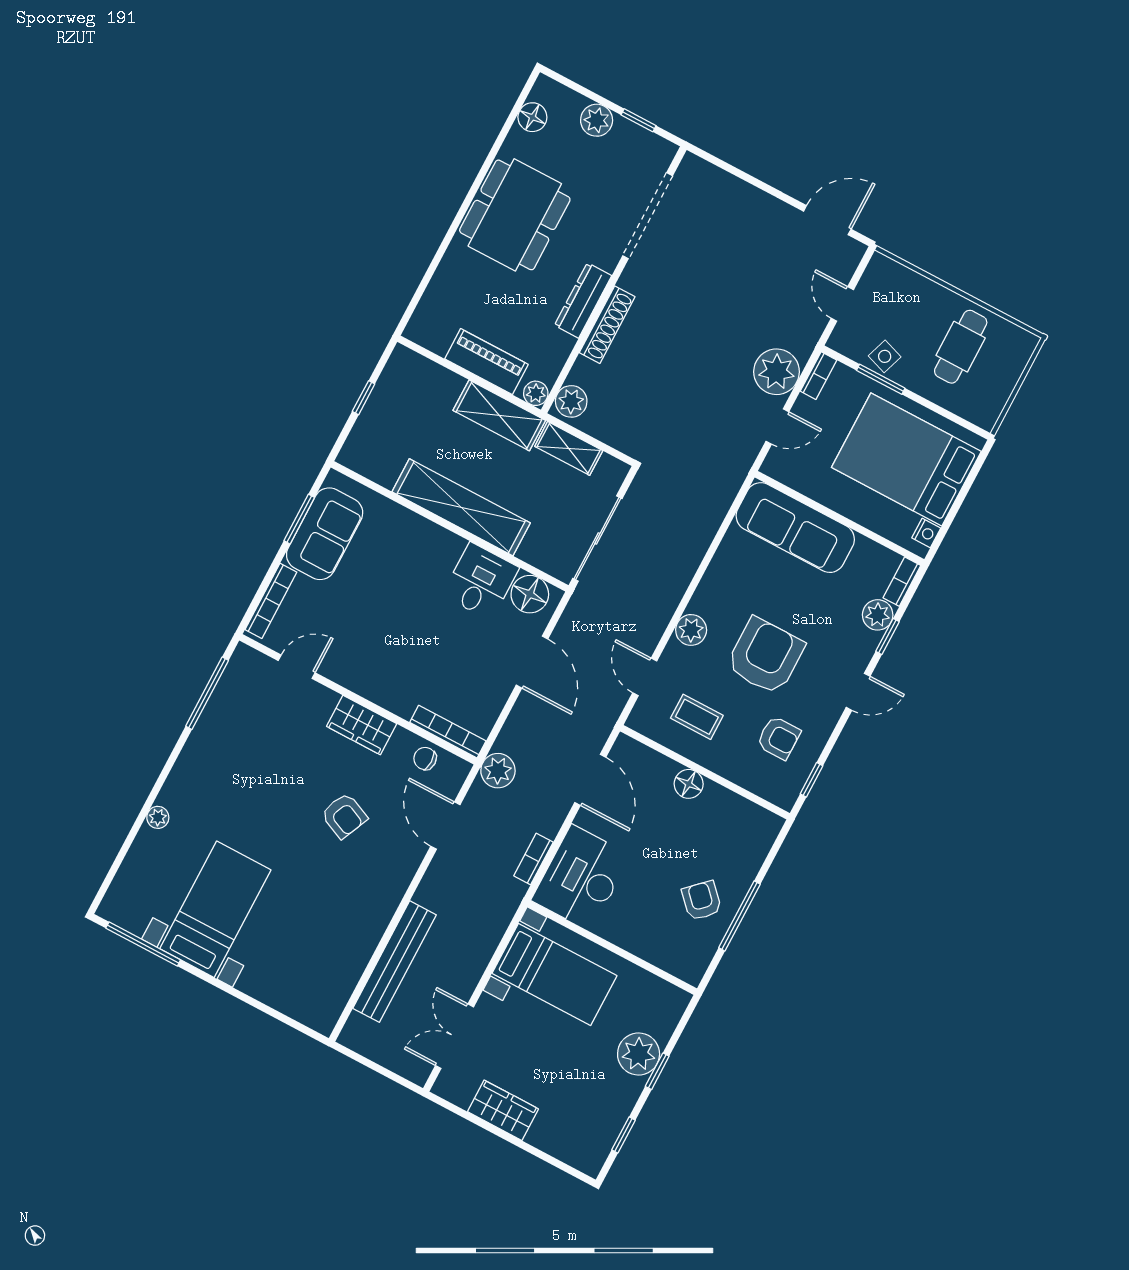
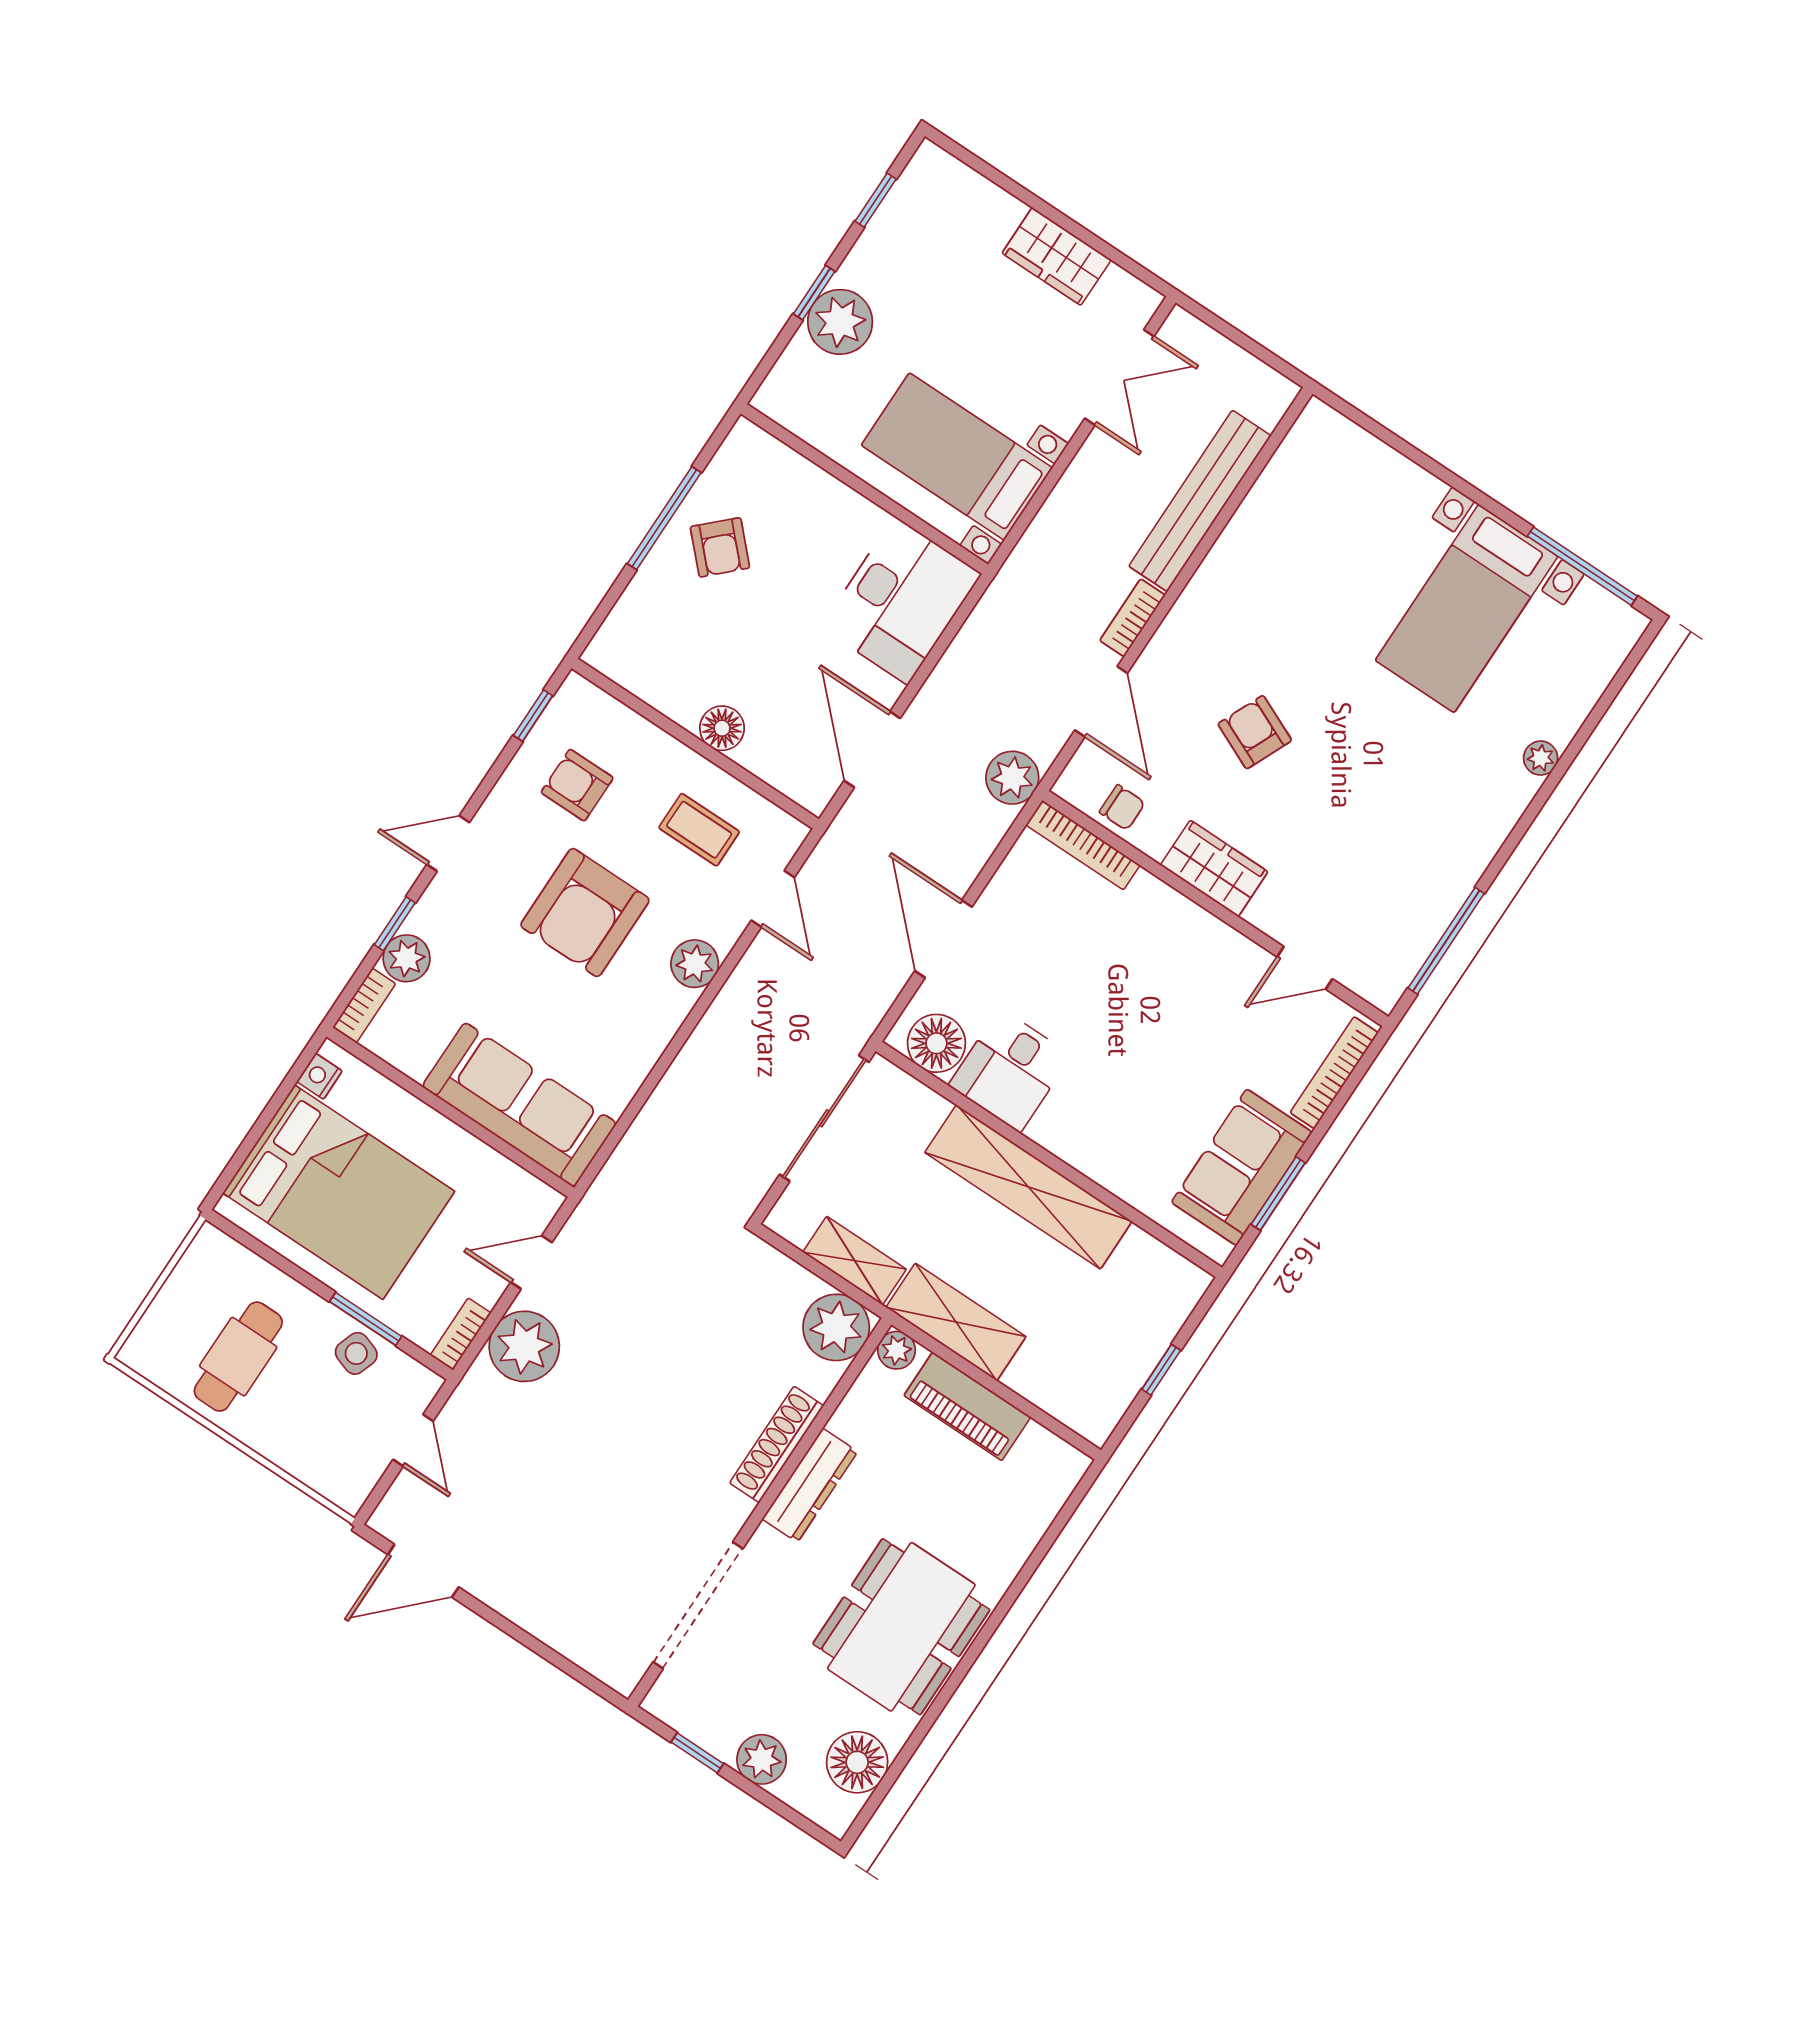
floor lamp: (532, 117) -> (857, 1762), width x1.38, depth x1.38
plant: (571, 401) -> (836, 1327), width x1.36, depth x1.36
bookcase: (533, 859) -> (1132, 618), moved, turned 180

